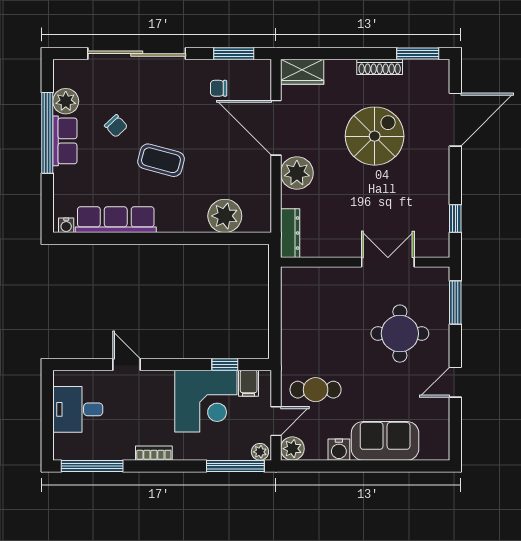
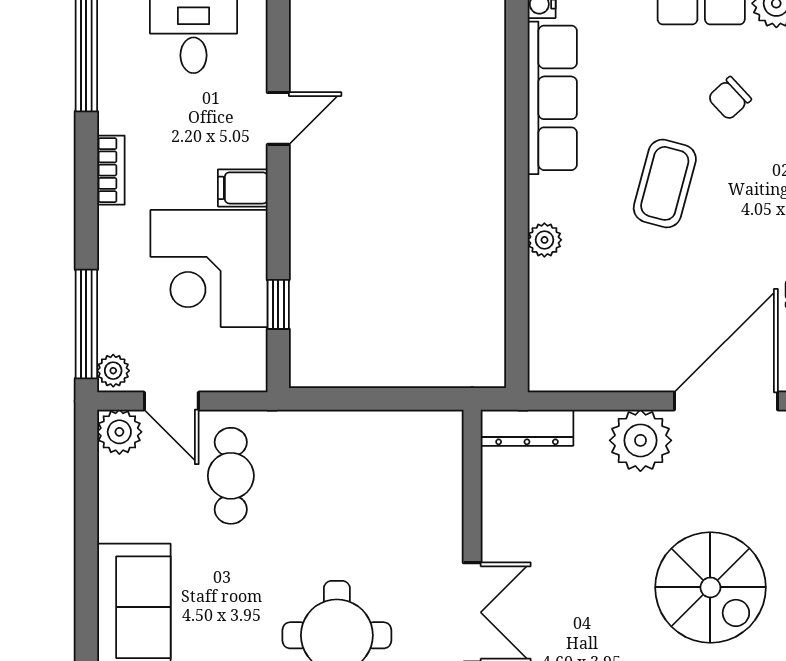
plant: (225, 216) -> (544, 240), moved, width x0.53, depth x0.53
filing cabinet: (249, 383) -> (243, 188), moved
water cooler: (339, 450) -> (117, 520), removed

